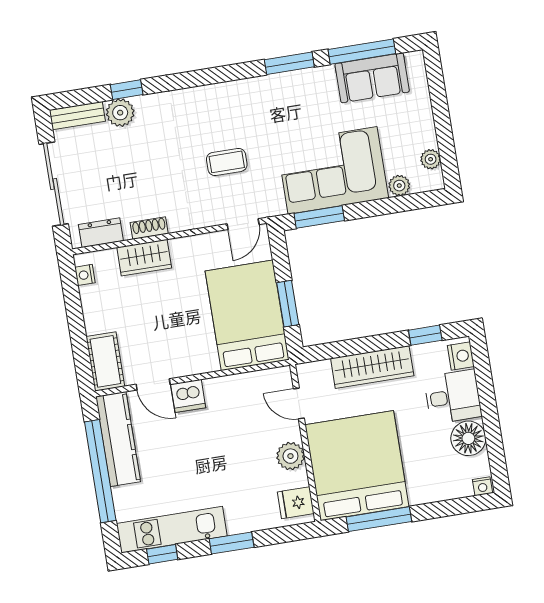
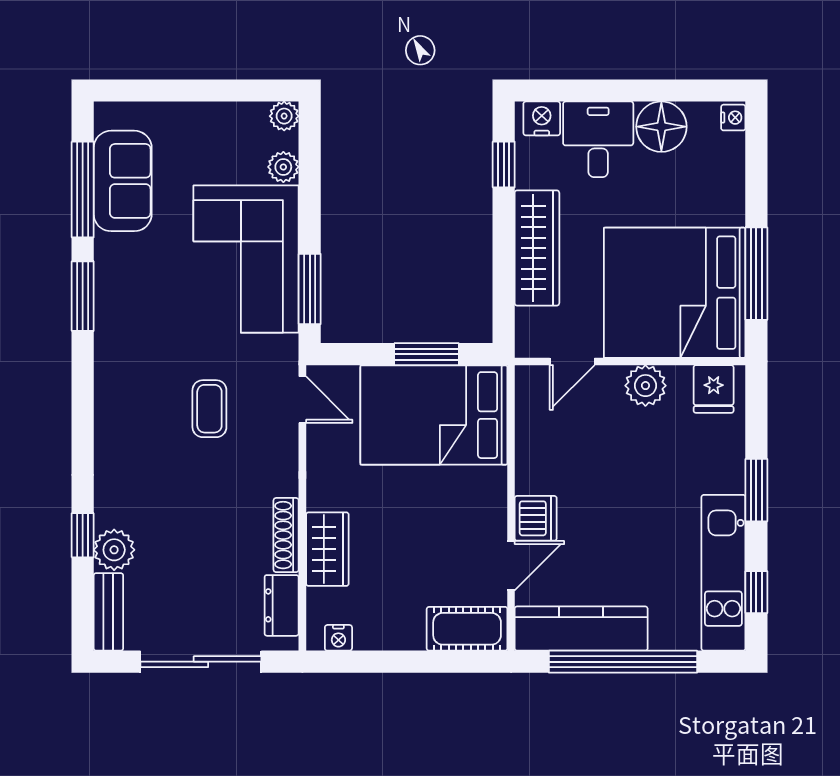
plant: (431, 159) -> (284, 116), moved
shoe rack: (149, 228) -> (286, 535), width x1.43

